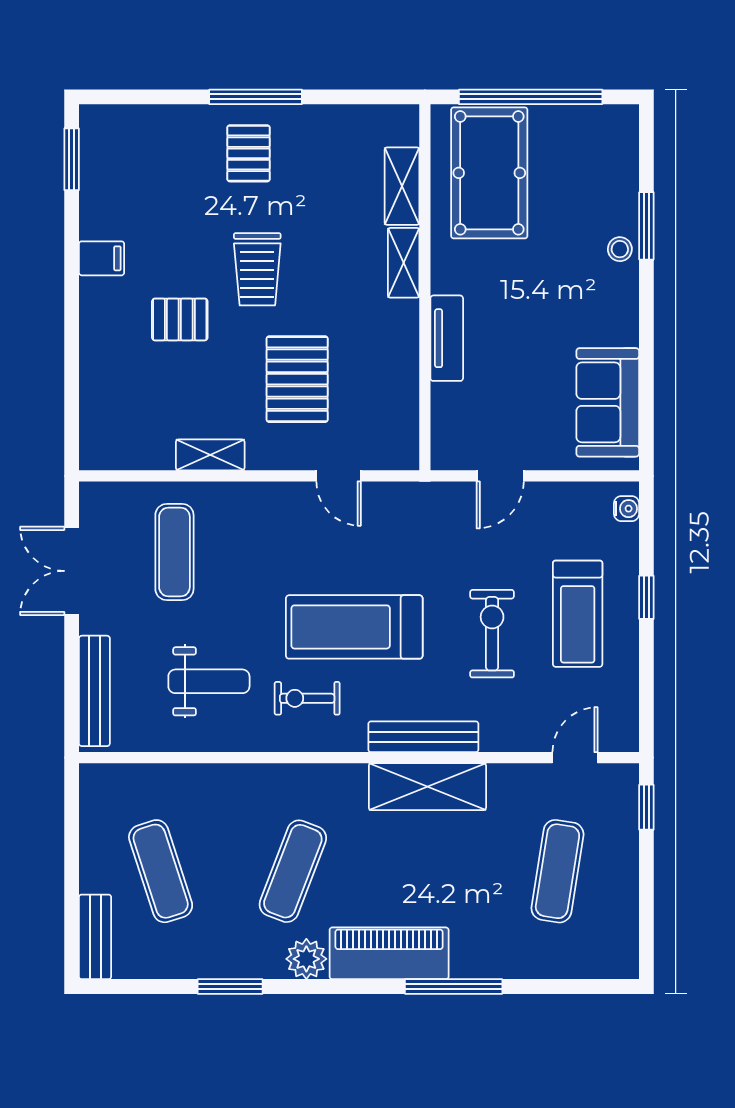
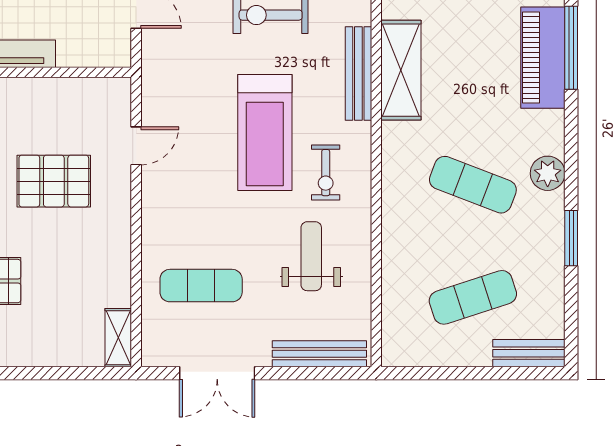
shelving: (210, 455) -> (118, 338), moved
piano: (389, 953) -> (543, 58), moved

